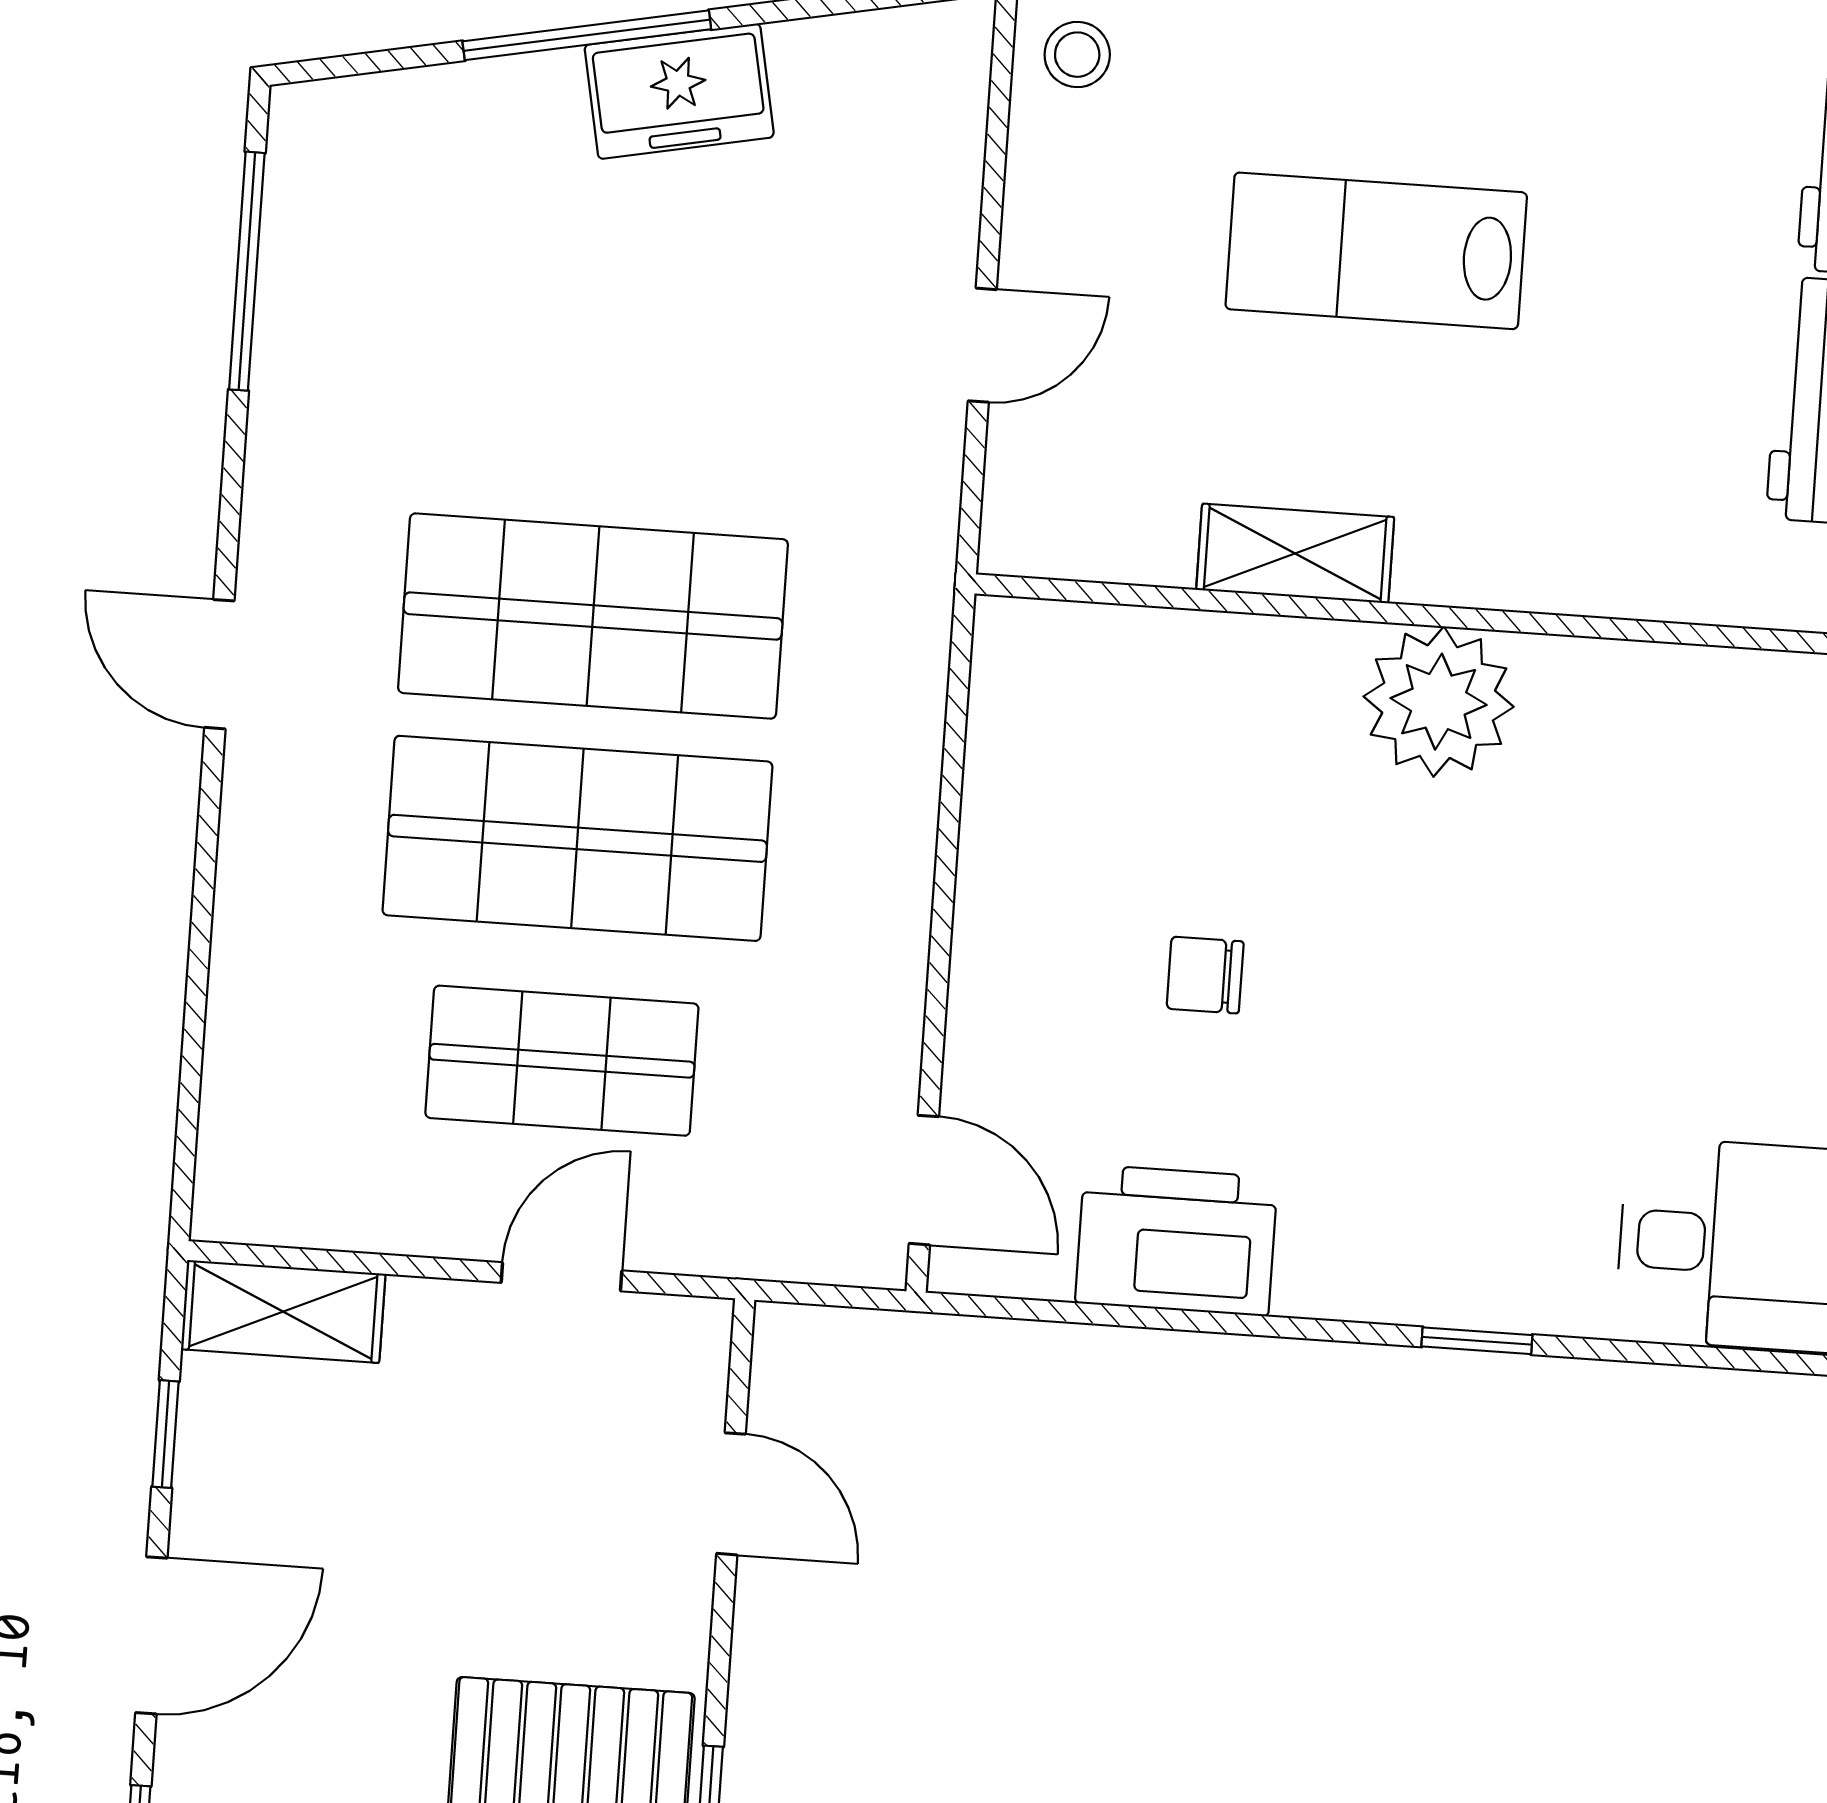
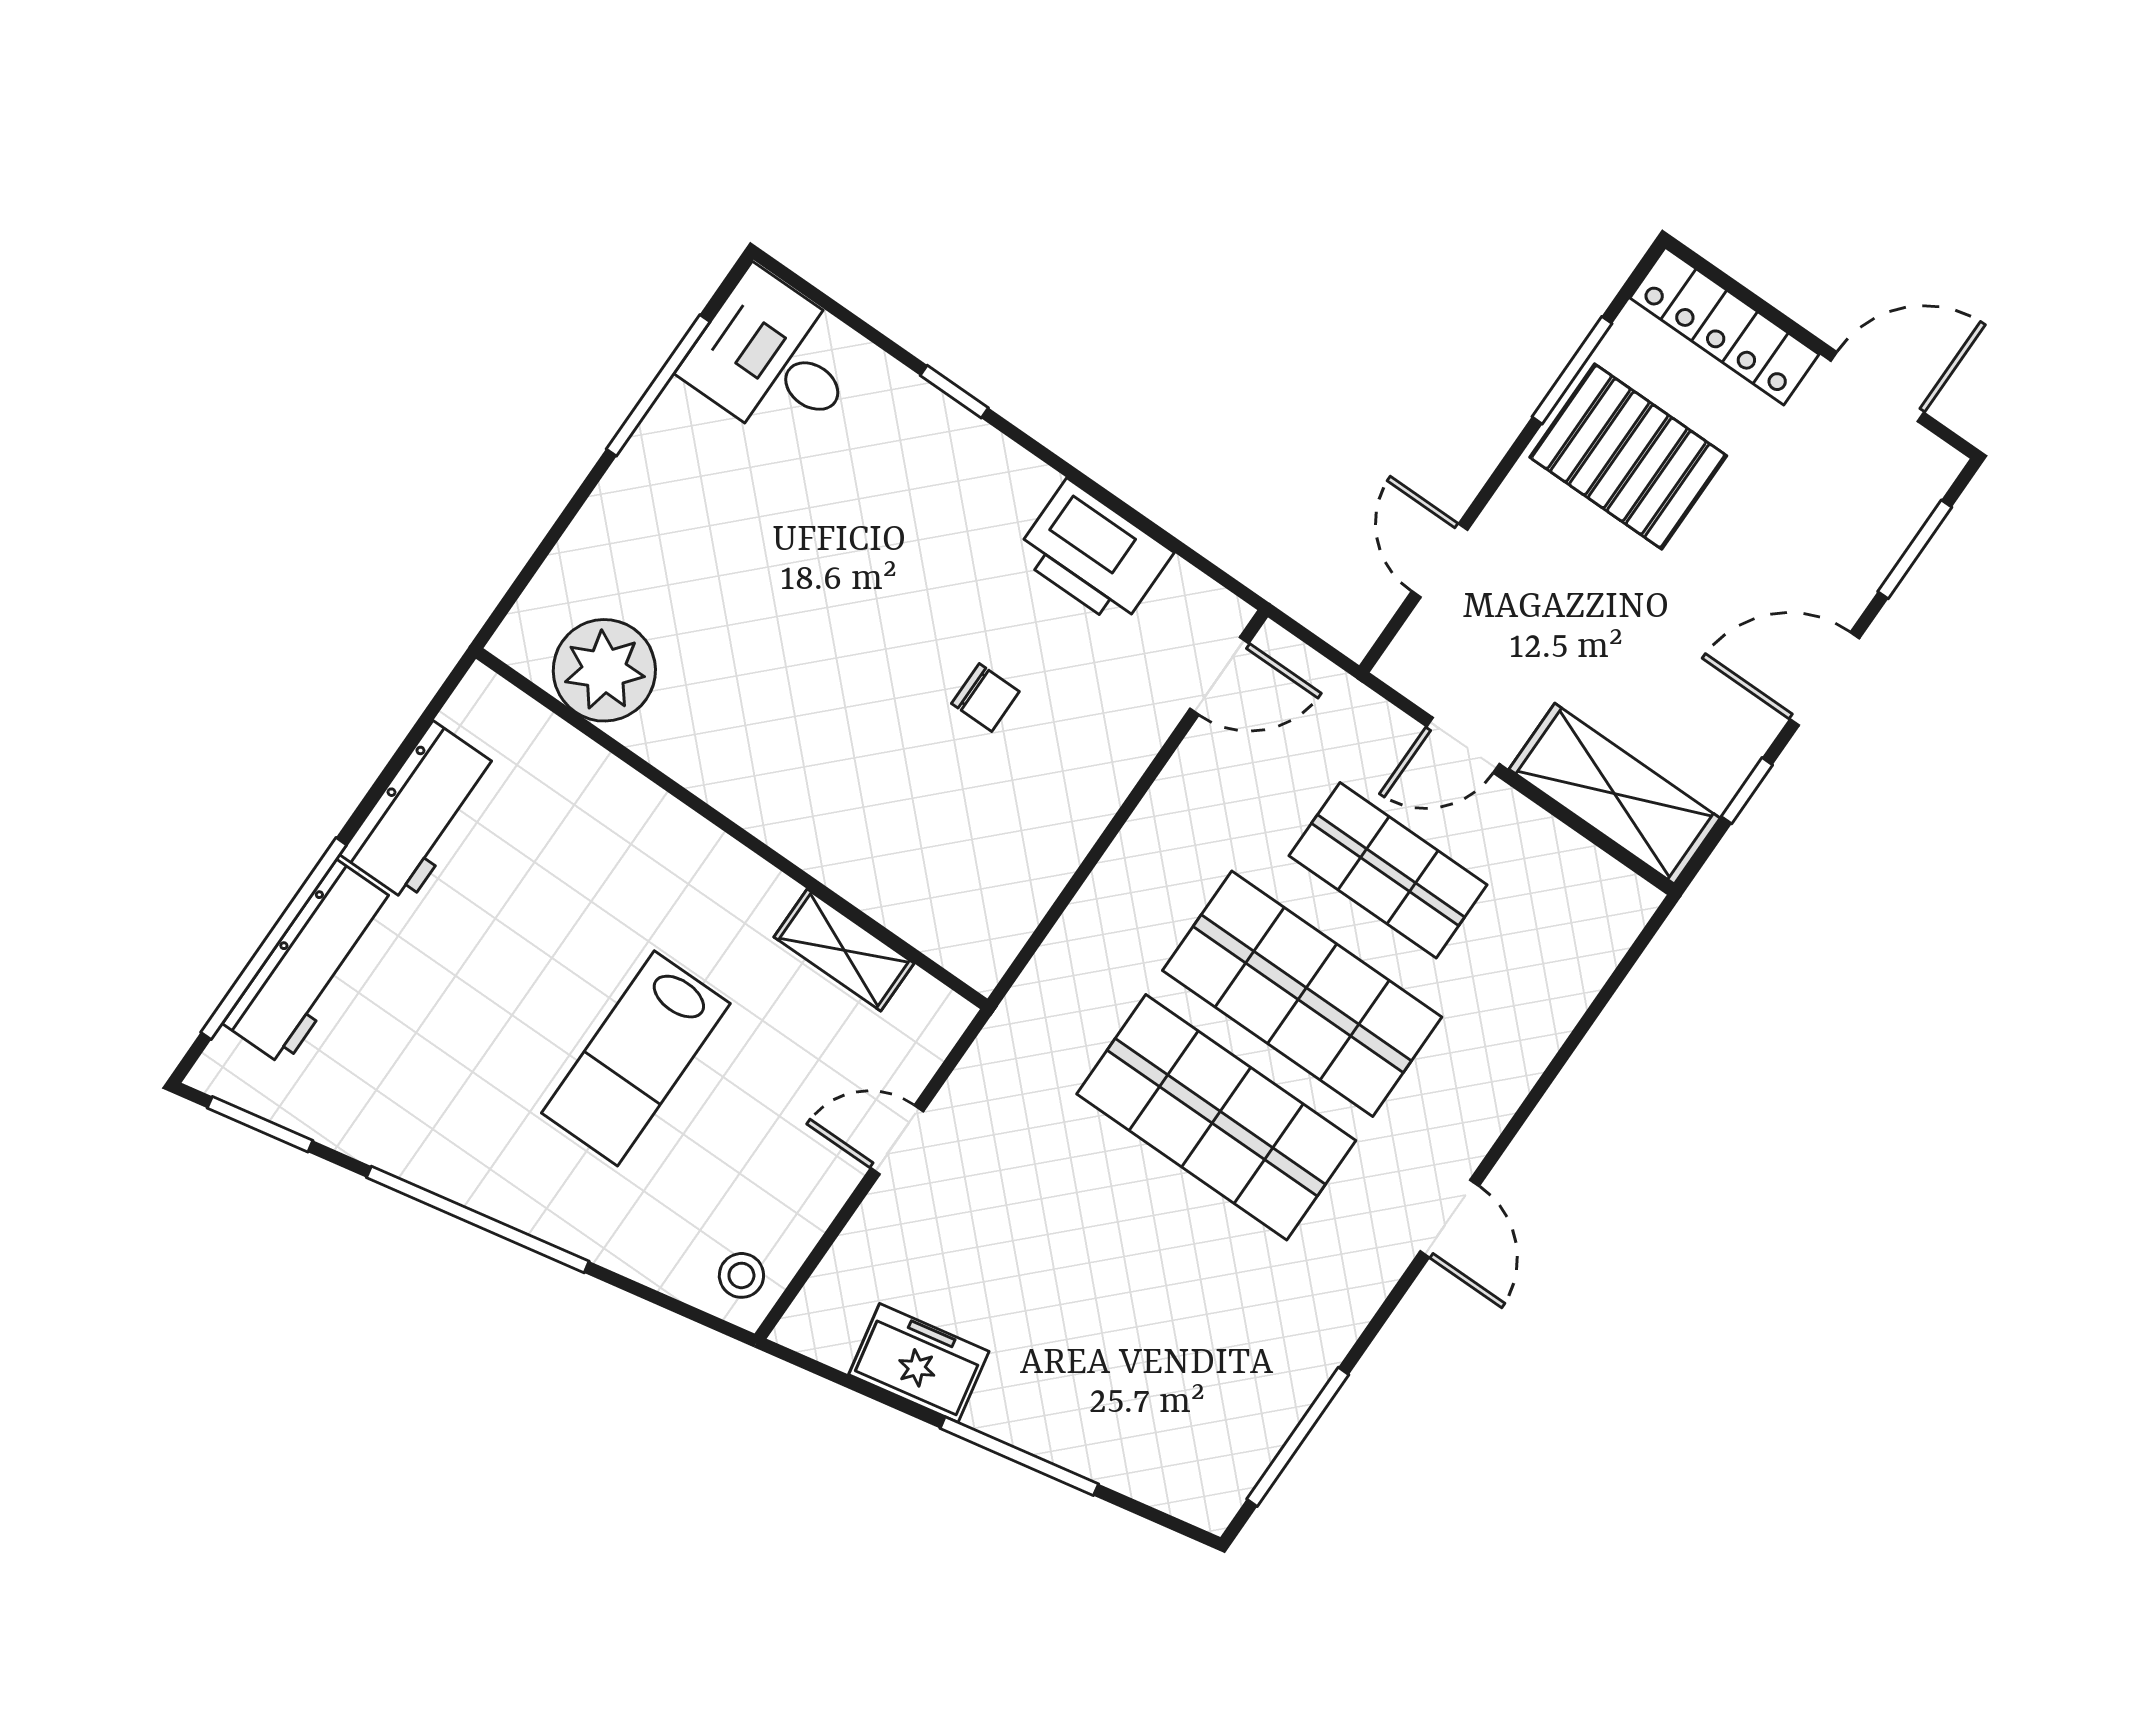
freezer: (679, 91) -> (919, 1363), moved
lab bench: (1376, 251) -> (636, 1058), turned 90
shelving: (1295, 553) -> (844, 950), moved
plant: (1439, 702) -> (604, 670), moved
door: (924, 1180) -> (1219, 676), swing flipped
shelving: (283, 1312) -> (1615, 794), width x1.50, depth x1.33

